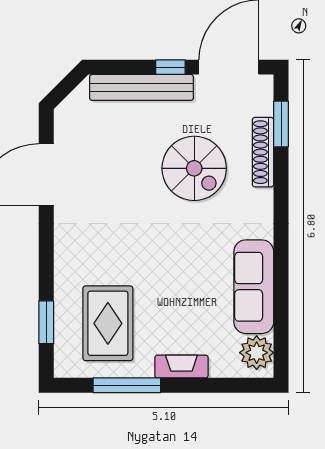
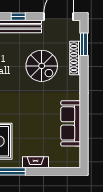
window: (170, 67) -> (18, 17), moved
plant: (257, 353) -> (72, 156), removed

